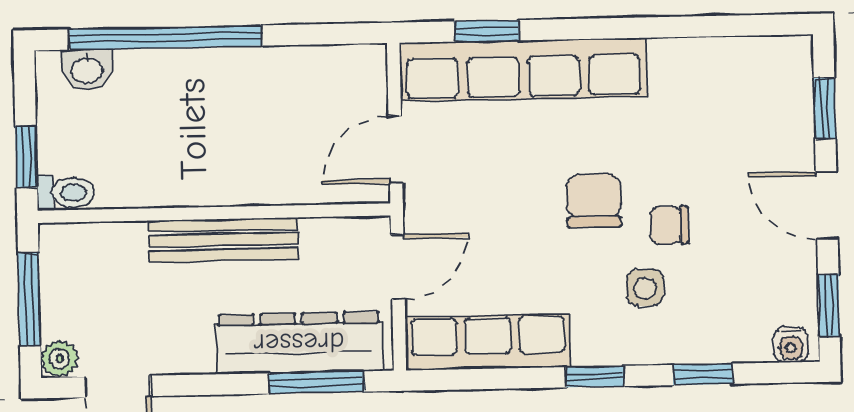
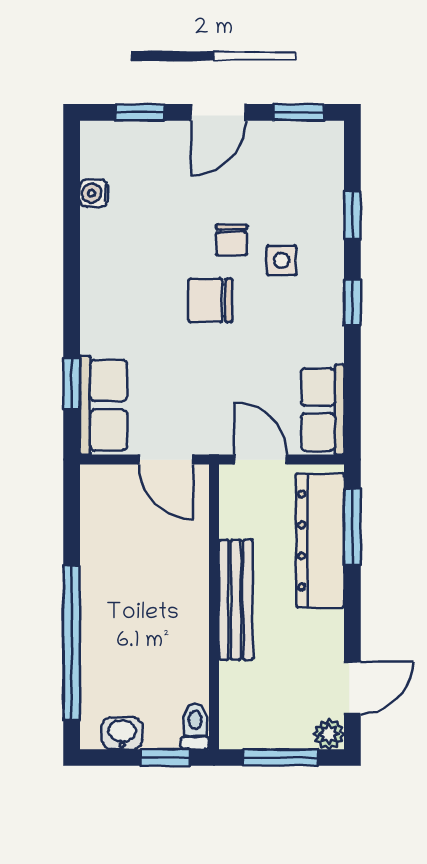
washbasin: (87, 69) -> (122, 733), moved, turned -90
row of seats: (523, 70) -> (103, 405), width x0.50
row of seats: (488, 342) -> (323, 410), width x0.68
water cooler: (791, 345) -> (94, 193), moved, turned 180

